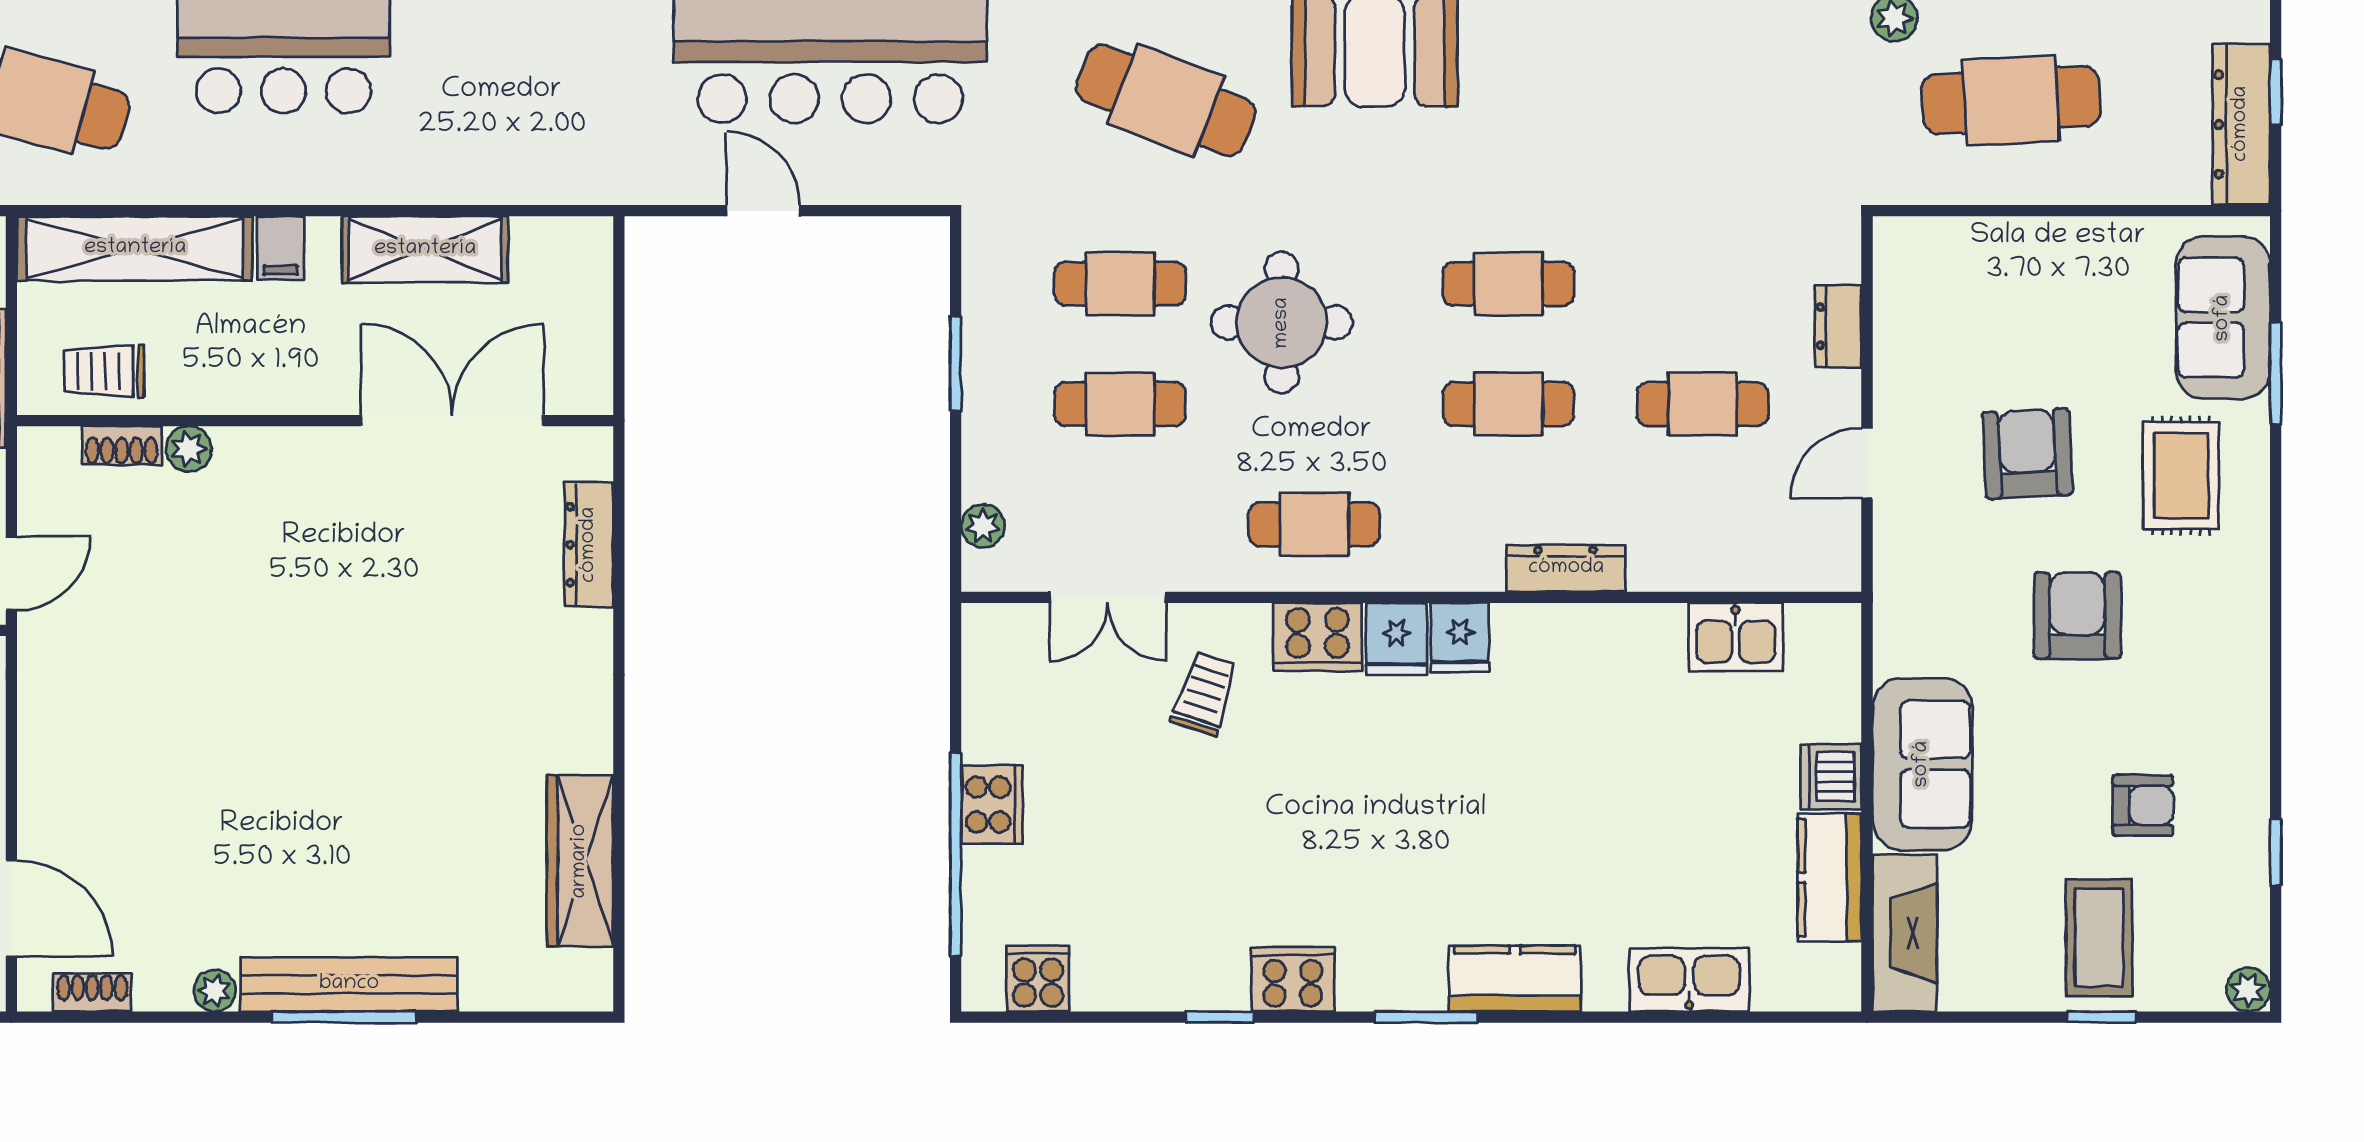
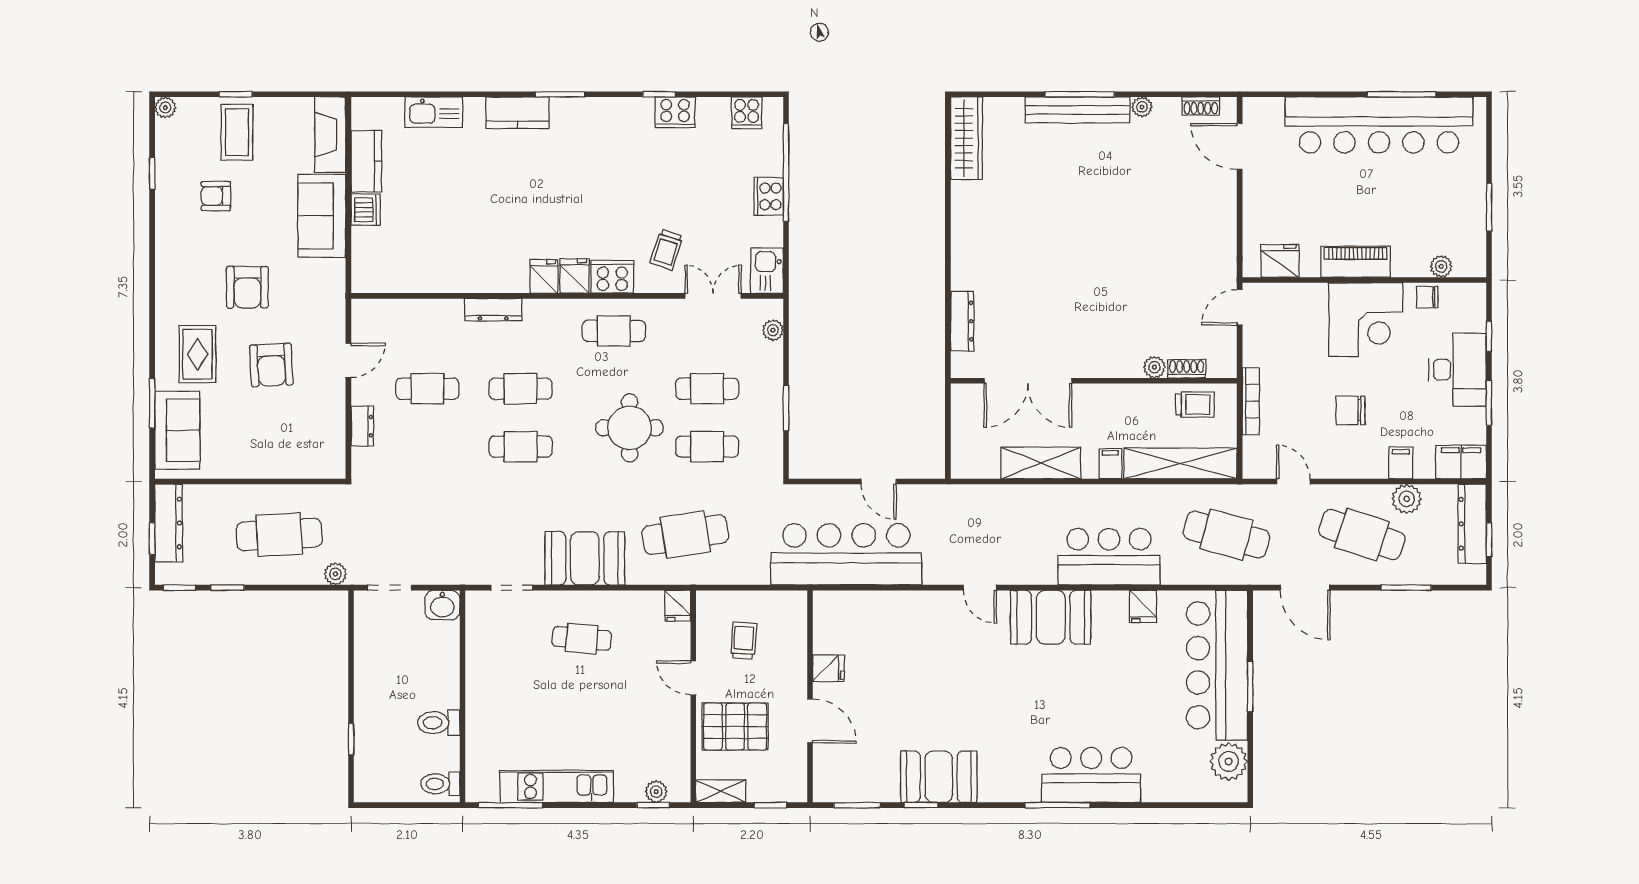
cafe table: (1166, 100) -> (685, 535), turned -30
kitchen sink: (1736, 637) -> (767, 271), moved, turned -90
wardrobe: (580, 861) -> (966, 138), moved
cooker: (1293, 979) -> (675, 112), moved

